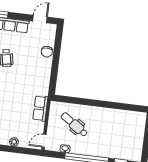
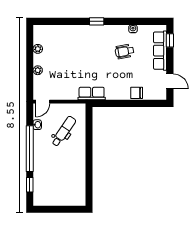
row of seats: (40, 108) -> (92, 94), moved
door: (44, 141) -> (43, 102), swing flipped

